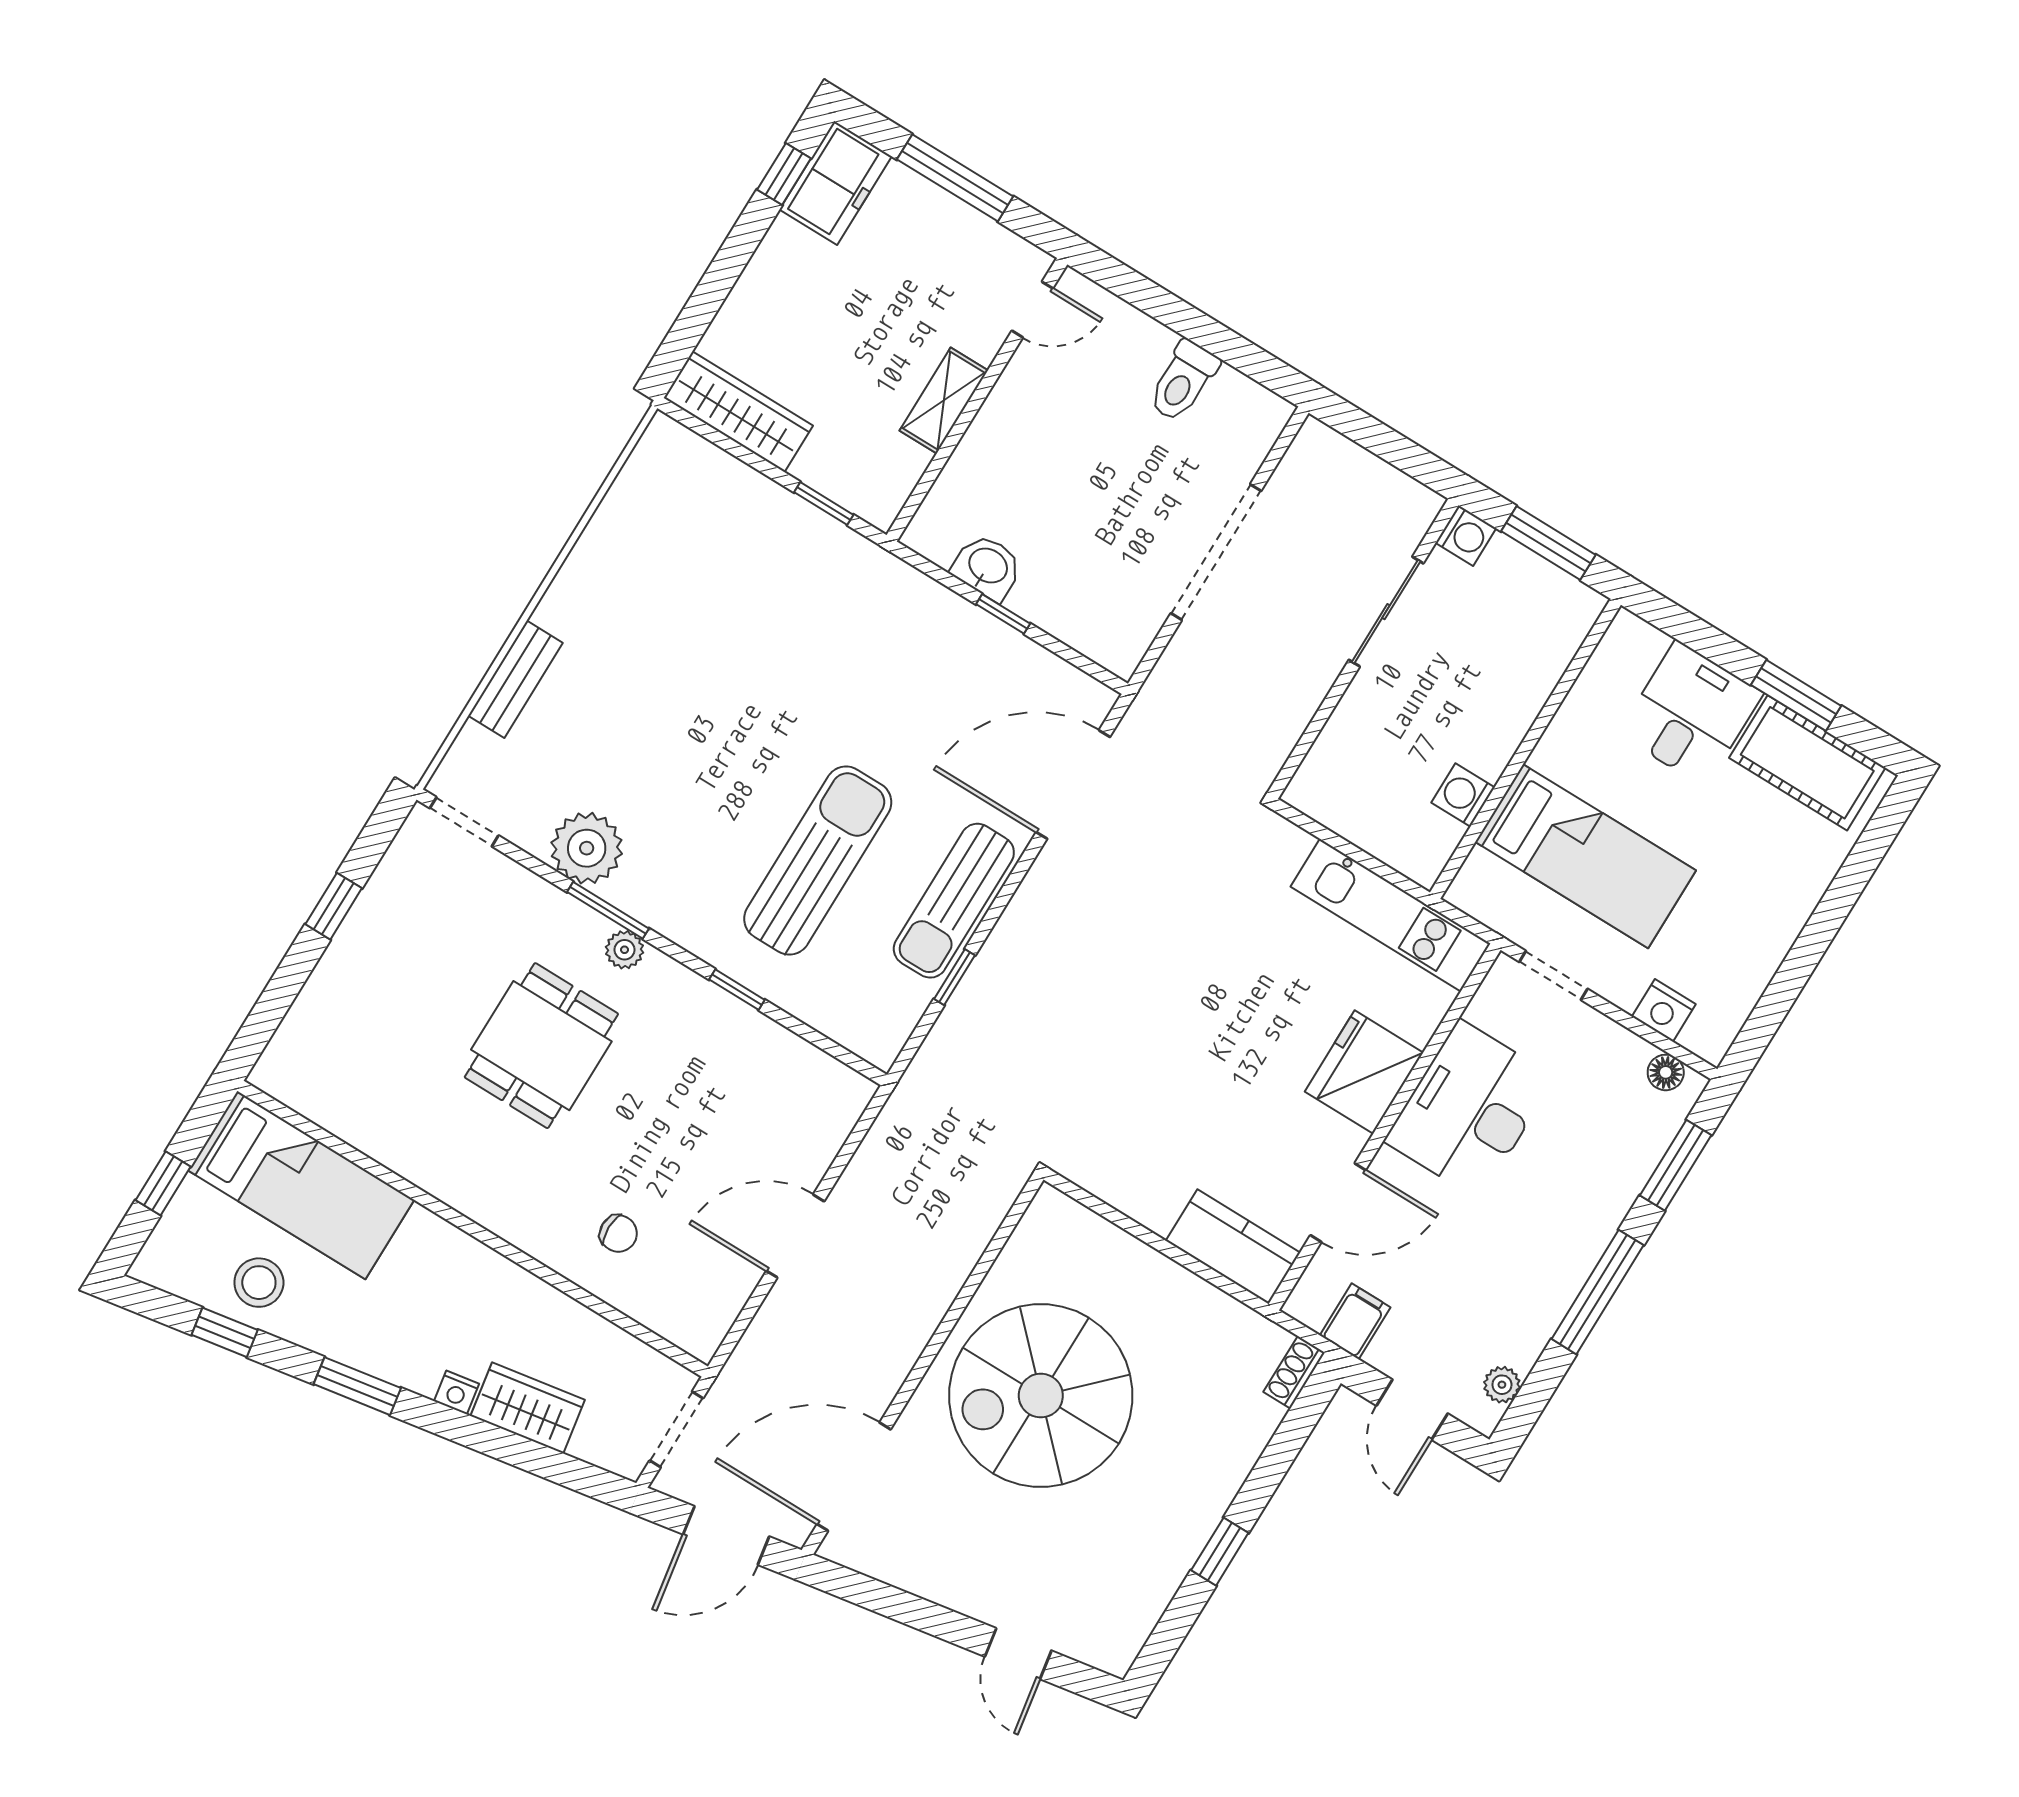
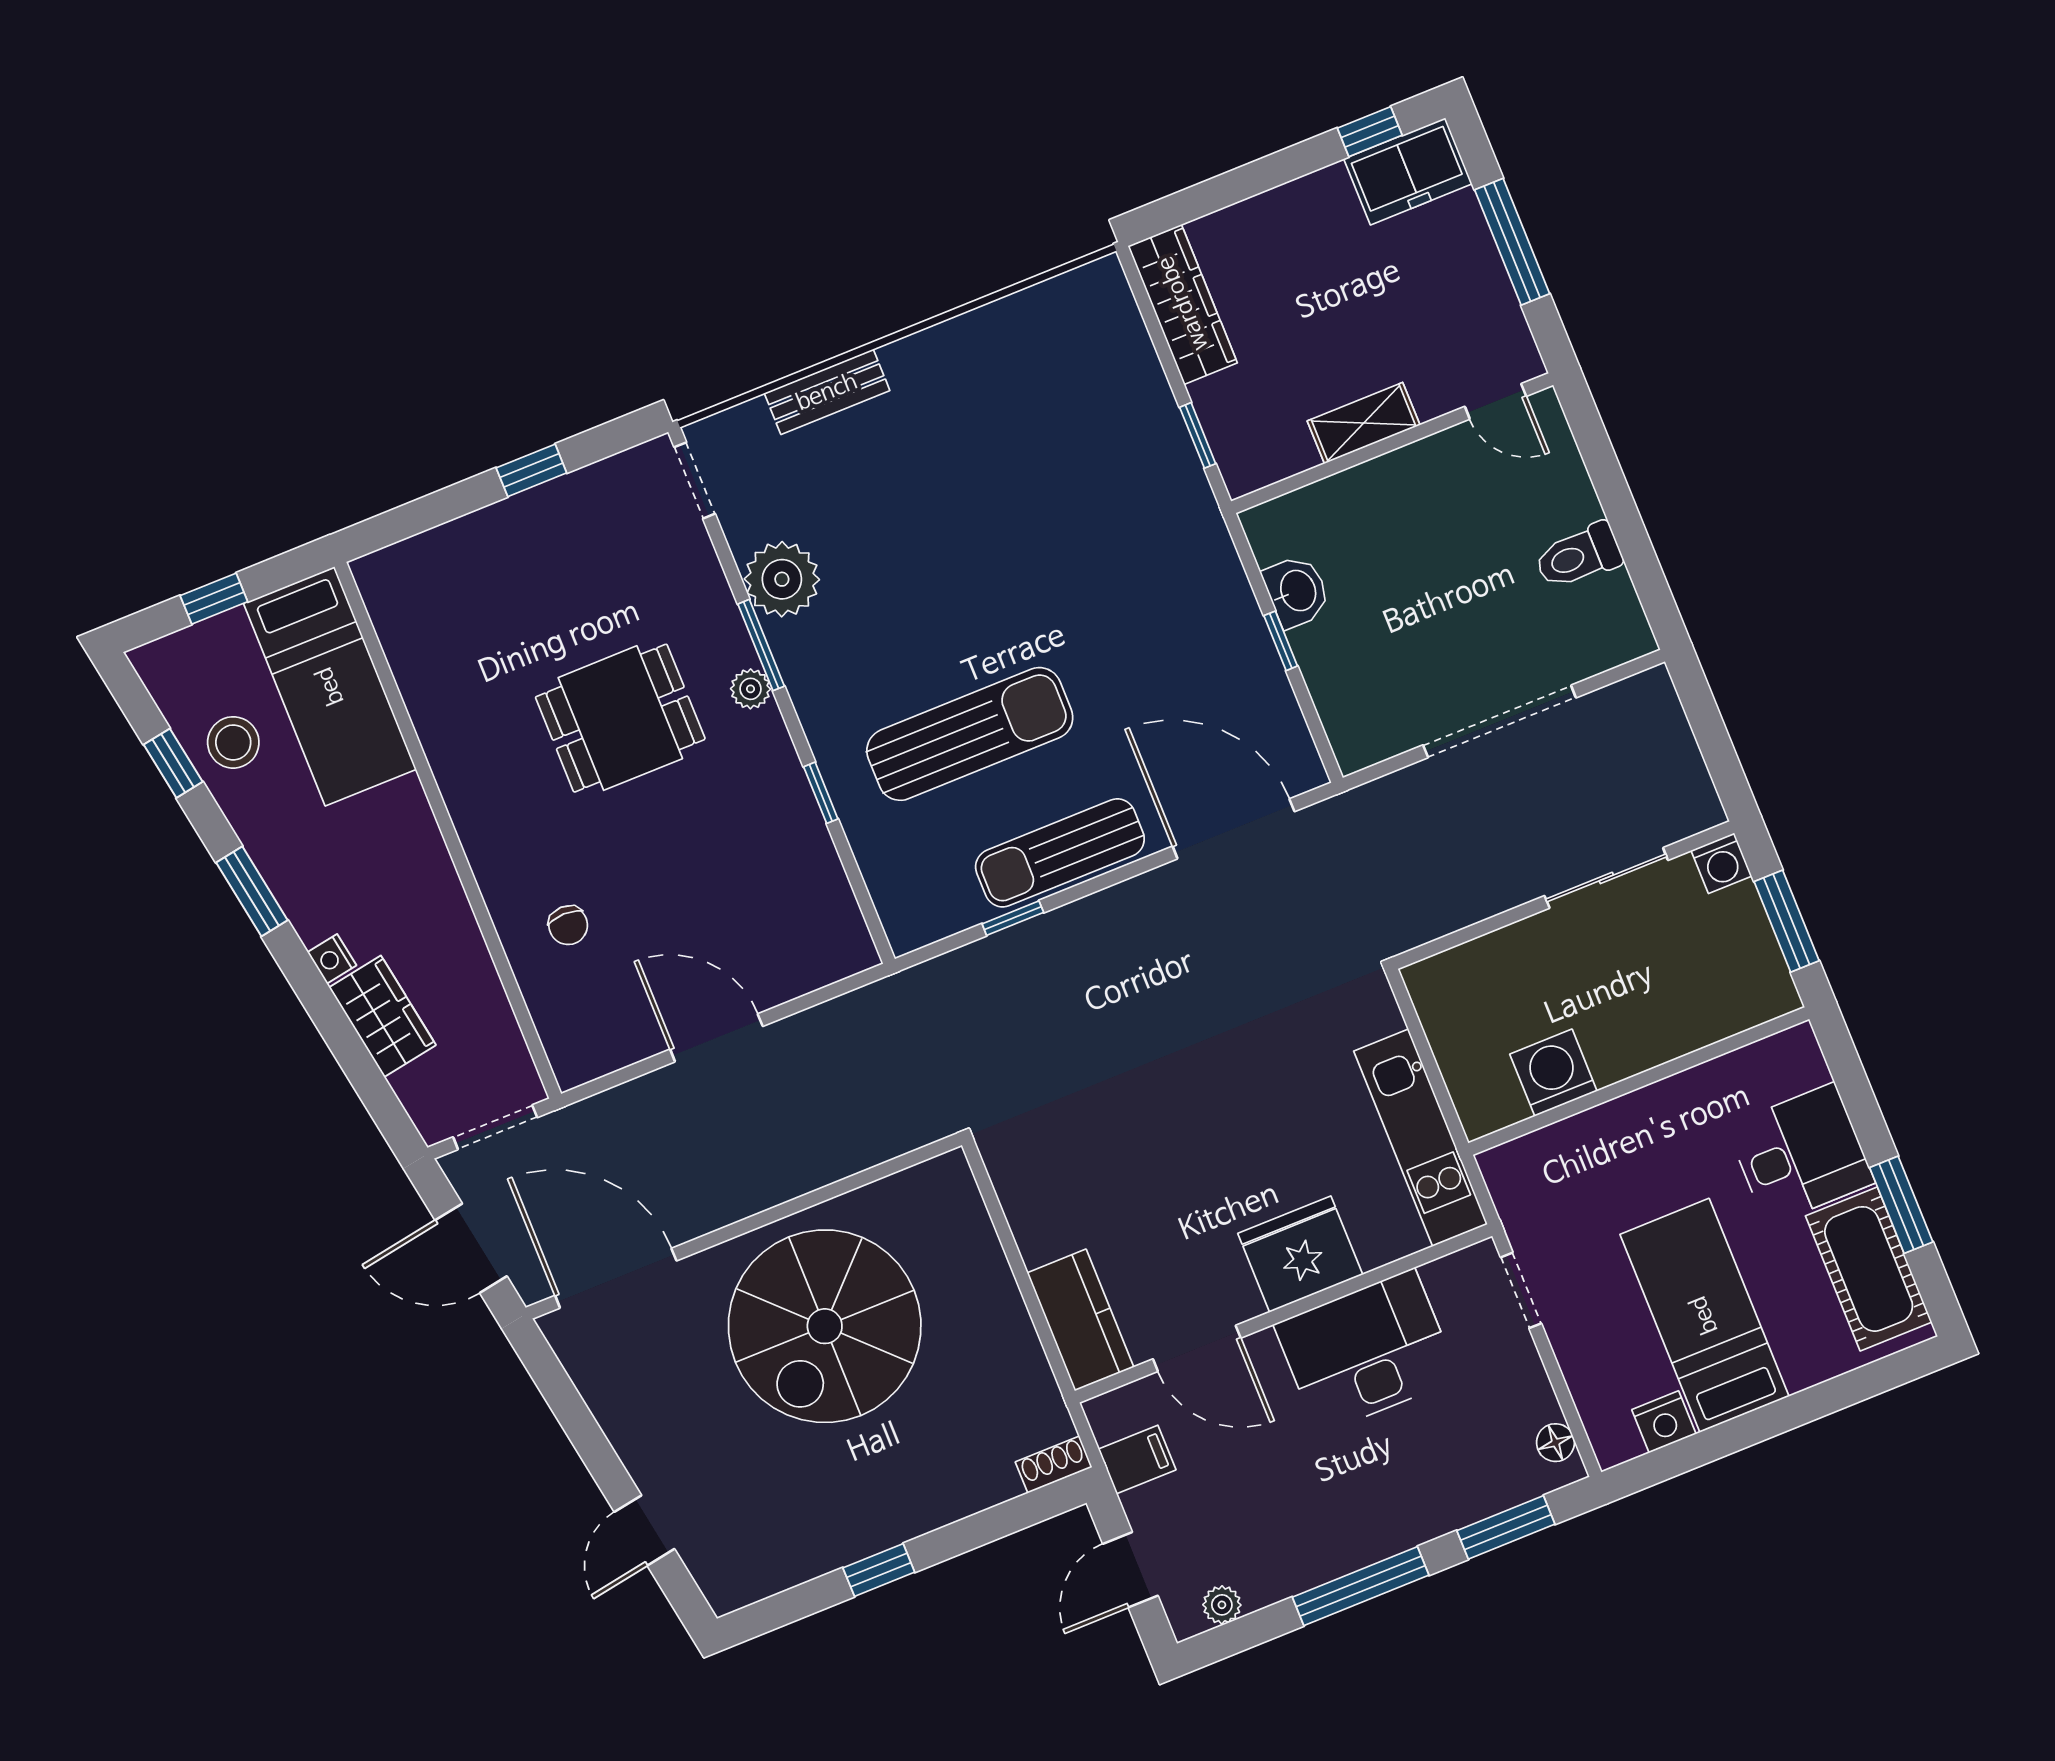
washing machine: (1463, 795) -> (1553, 1073), width x1.38, depth x1.38
bed: (1586, 856) -> (1704, 1315), moved, turned 180
nightstand: (1664, 1010) -> (1664, 1422), moved, turned -90
spiral stairs: (1041, 1396) -> (825, 1326), turned -90

